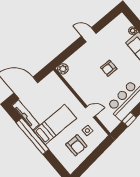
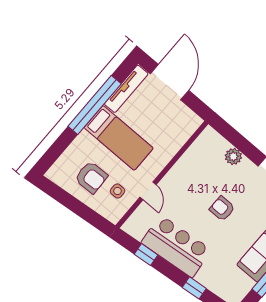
plant: (63, 69) -> (233, 157), moved
armchair: (76, 145) -> (91, 177), turned -92

